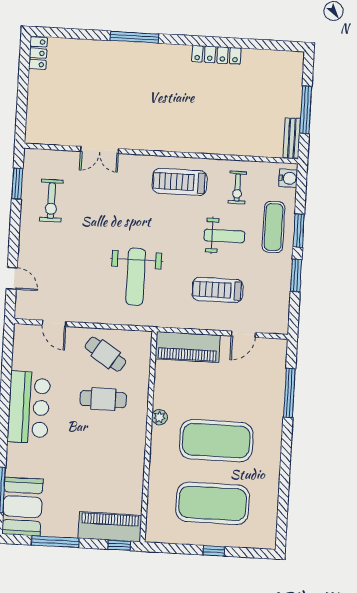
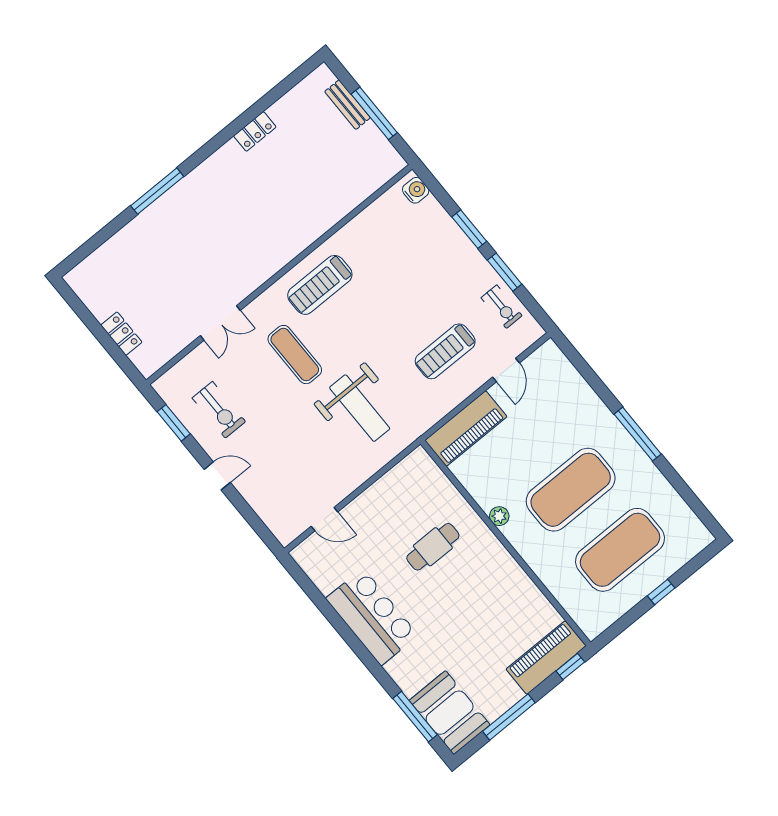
locker: (38, 53) -> (121, 334), moved
locker: (216, 55) -> (255, 131), width x0.66
bench: (292, 138) -> (347, 105), moved
exercise bike: (237, 188) -> (502, 307), moved
exercise mat: (274, 227) -> (295, 355), moved
weight bench: (224, 236) -> (406, 297), removed
door: (12, 278) -> (217, 476), moved
cafe table: (106, 354) -> (397, 504), removed
window: (289, 393) -> (638, 434), moved

